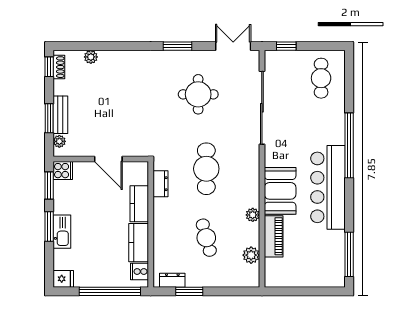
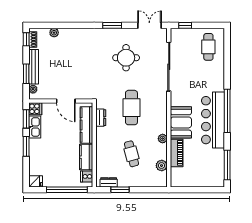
bench: (60, 115) -> (34, 67), width x1.36
window: (349, 145) -> (227, 111), moved
kitchen counter: (139, 204) -> (86, 125), width x1.50
kitchen sink: (62, 232) -> (35, 127), moved

